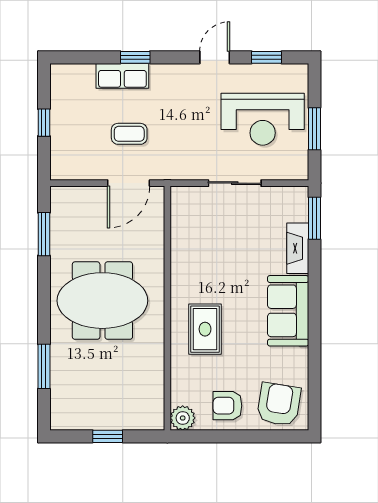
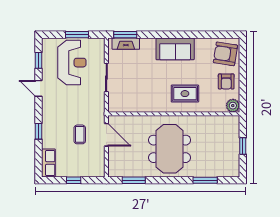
row of seats: (122, 76) -> (48, 163), moved
fireplace: (298, 248) -> (126, 44), moved

